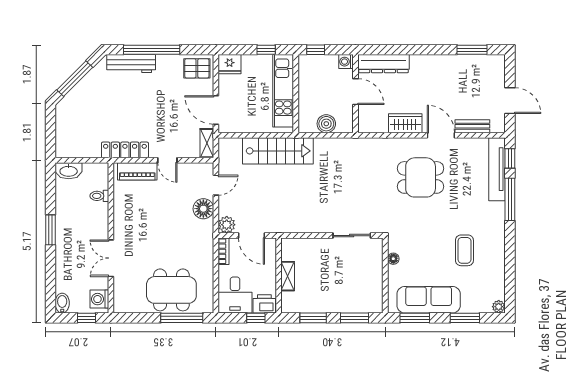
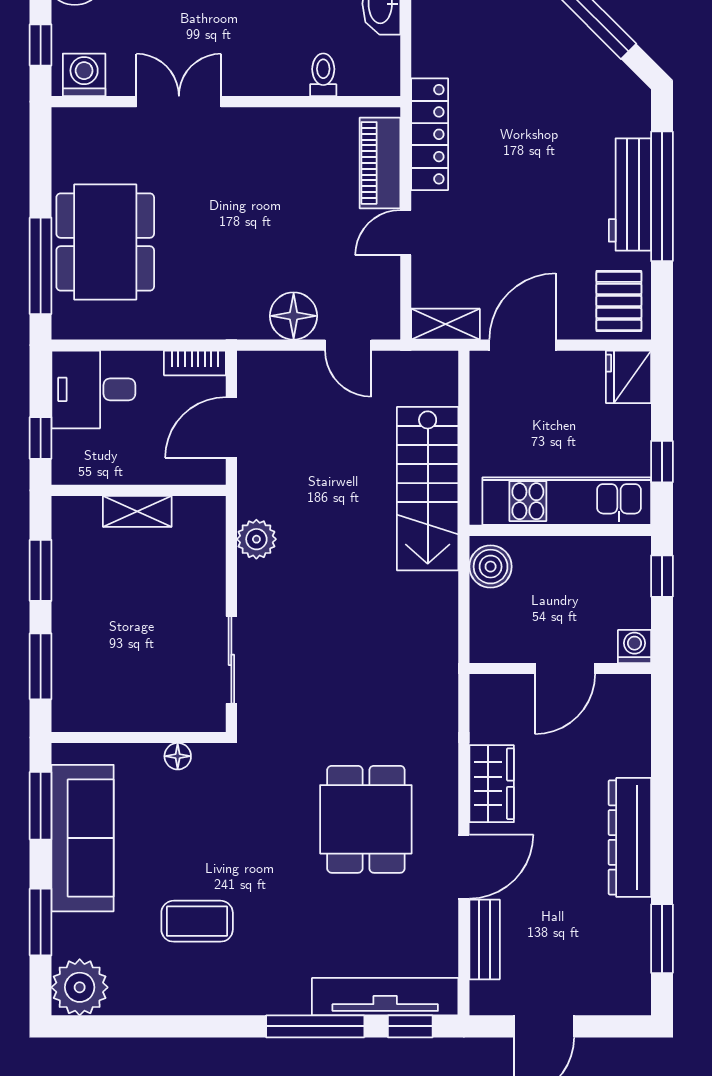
workbench: (131, 64) -> (630, 194), moved
dresser: (383, 64) -> (630, 837), moved
boiler: (326, 124) -> (491, 567), moved
plant: (227, 225) -> (256, 539), moved
printer: (264, 304) -> (73, 457), removed
plant: (499, 307) -> (80, 987), width x1.88, depth x1.88

